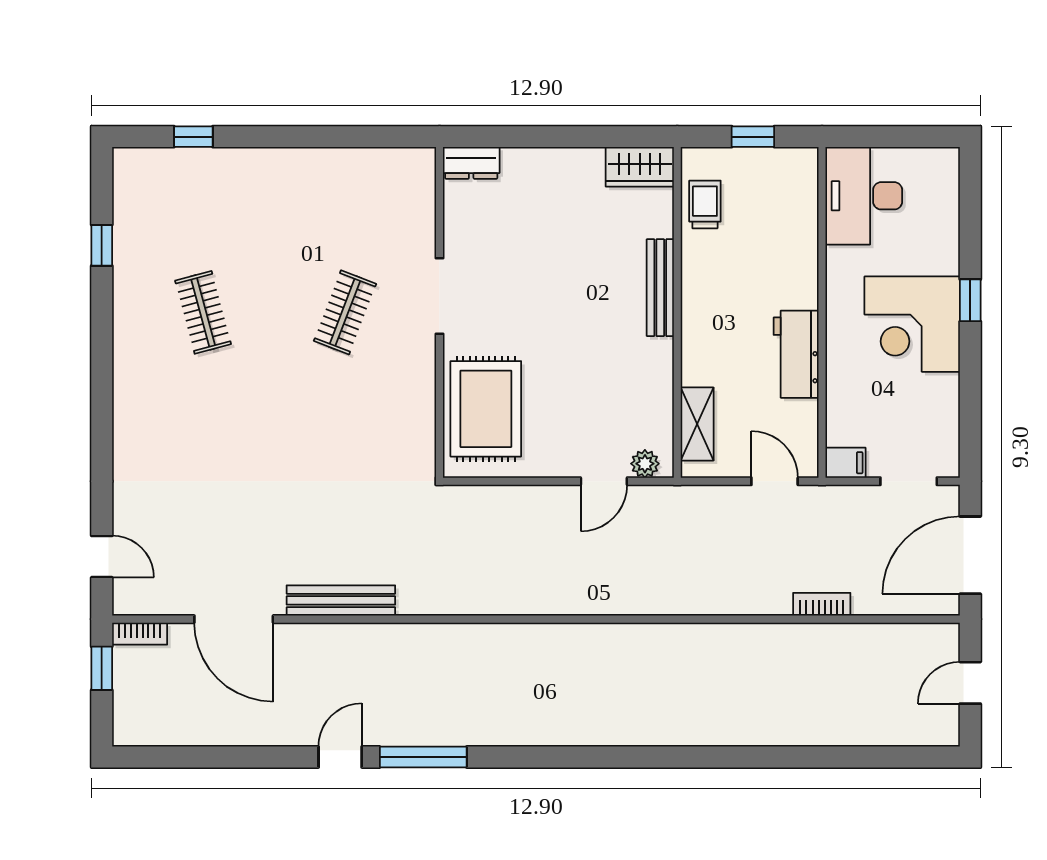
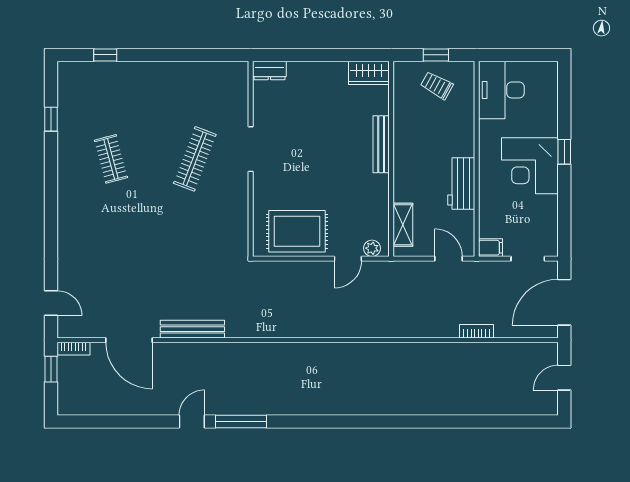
trolley: (705, 204) -> (437, 85), moved, turned -61
clothes rail: (345, 312) -> (195, 159), width x1.36
rug: (486, 409) -> (297, 231), moved, turned 90

